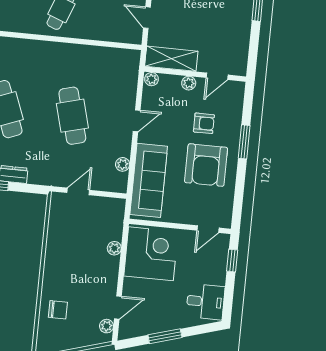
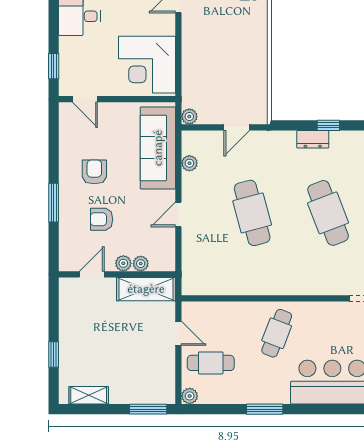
plant: (151, 79) -> (141, 264), moved
armchair: (206, 165) -> (94, 172), width x0.53, depth x0.53
door: (208, 229) -> (85, 99), swing flipped
plant: (114, 248) -> (189, 116), moved

